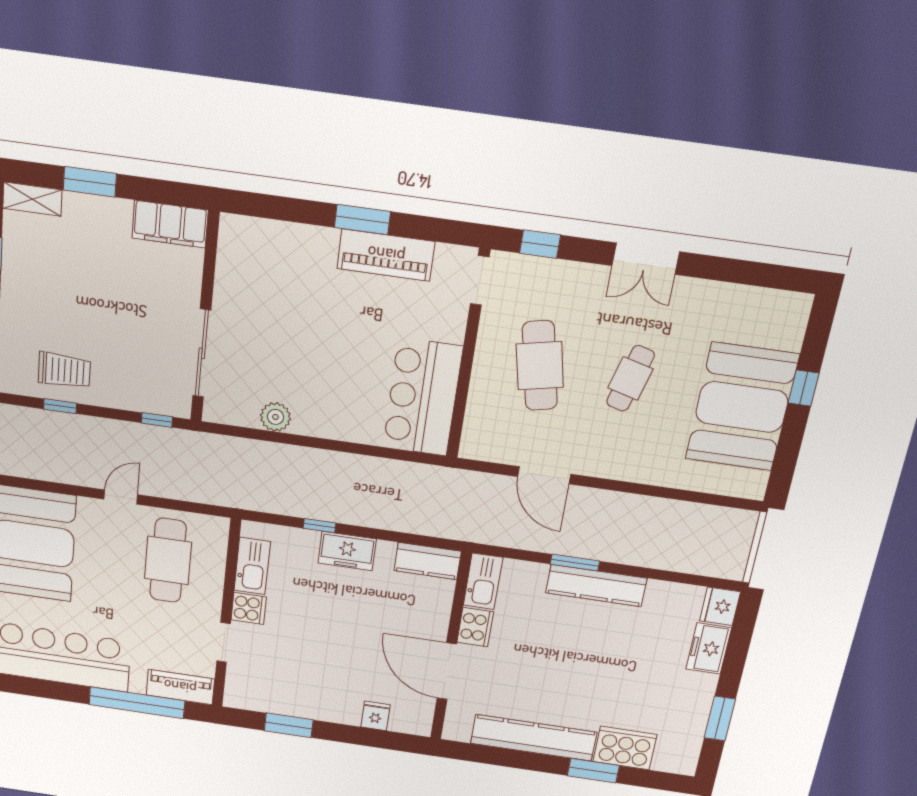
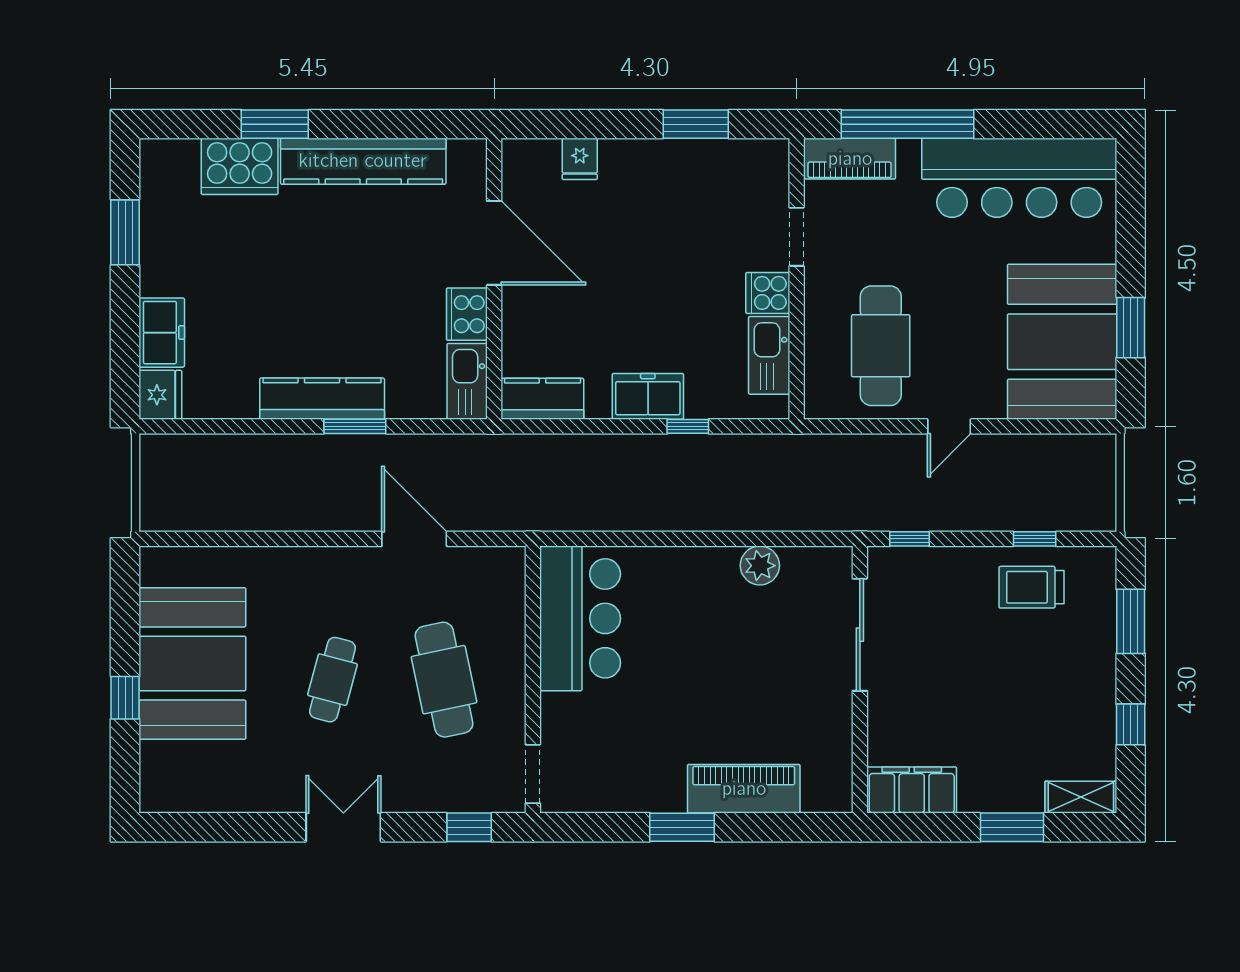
piano: (386, 255) -> (744, 789), moved

